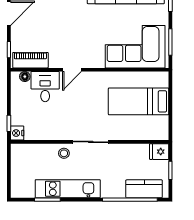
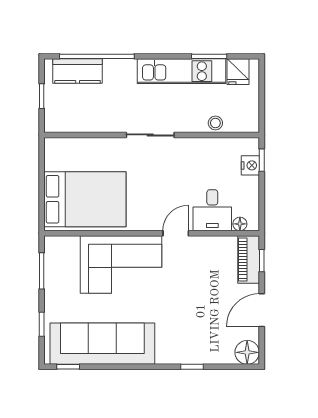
corner sofa: (135, 47) -> (121, 265), moved
piano: (30, 60) -> (249, 260), moved, turned 90
bed: (139, 101) -> (85, 199), width x1.50
nightstand: (17, 133) -> (250, 165), moved
fridge: (159, 152) -> (238, 72), moved, turned 90
stool: (64, 153) -> (215, 123), moved

